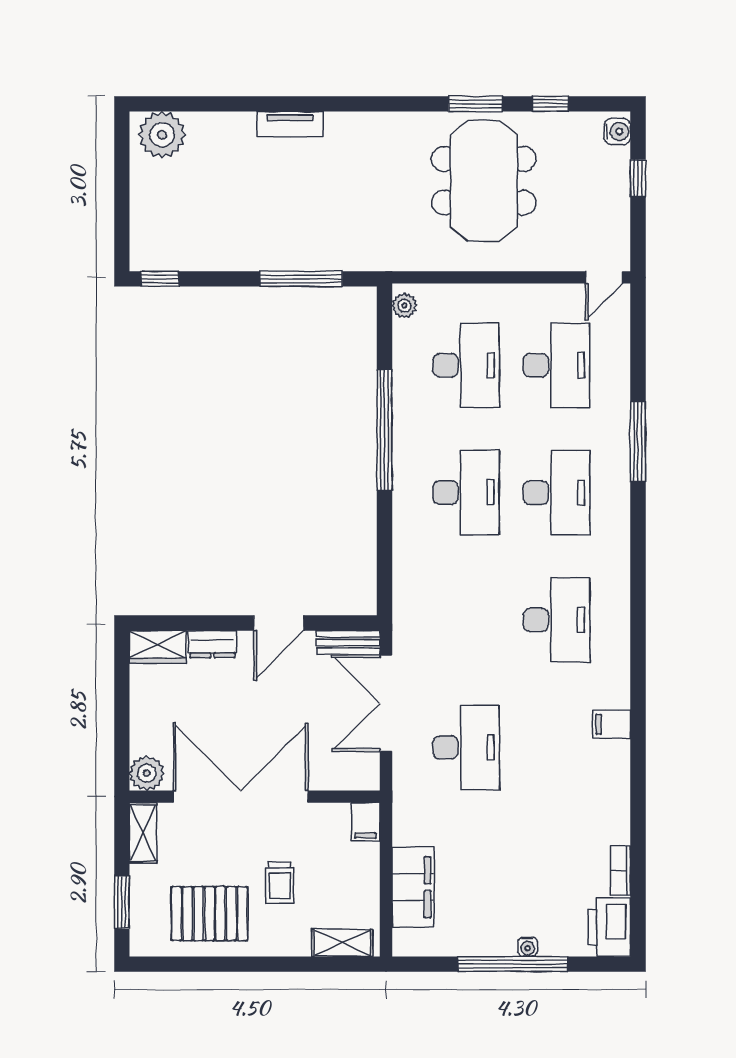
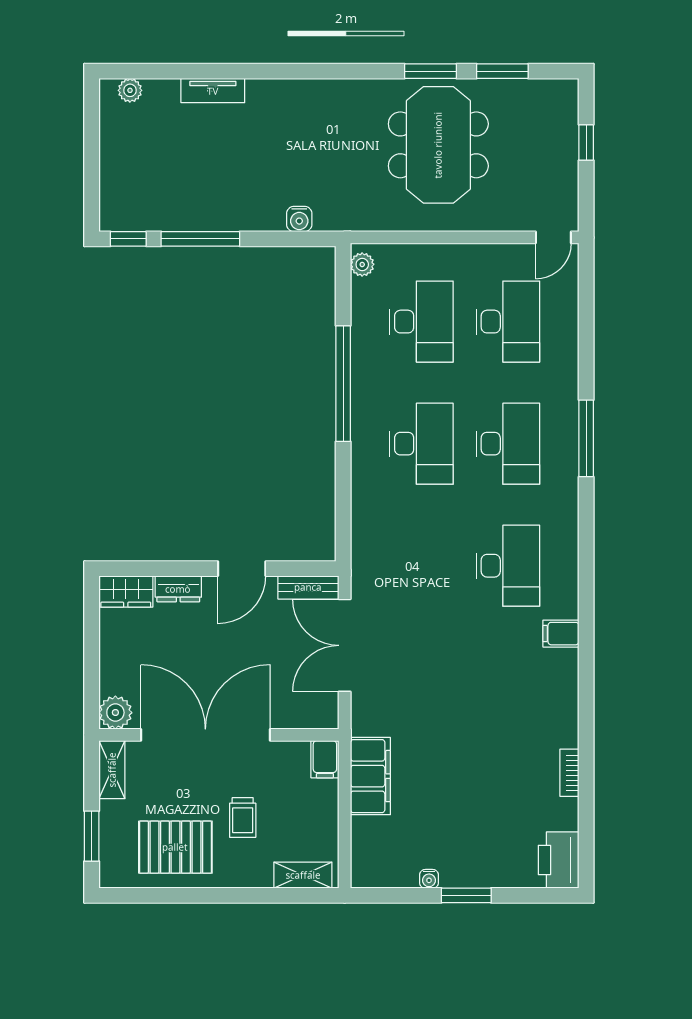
window: (551, 104) -> (502, 71), width x1.50
tv unit: (290, 124) -> (213, 91), moved
water cooler: (617, 132) -> (299, 219), moved, turned 90
plant: (162, 135) -> (130, 90), width x0.53, depth x0.53
window: (301, 279) -> (200, 239), moved
window: (638, 442) -> (586, 438), moved
filing cabinet: (612, 724) -> (561, 634), moved
desk: (466, 747) -> (421, 688), removed
bookcase: (621, 870) -> (569, 773), moved
filing cabinet: (413, 887) -> (370, 776), moved
water cooler: (528, 947) -> (429, 879), moved
window: (513, 964) -> (466, 895), width x0.47

